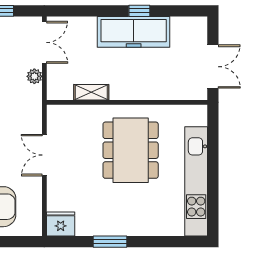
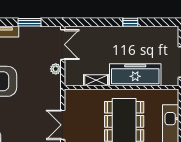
freezer: (134, 32) -> (135, 75), moved, turned 180

